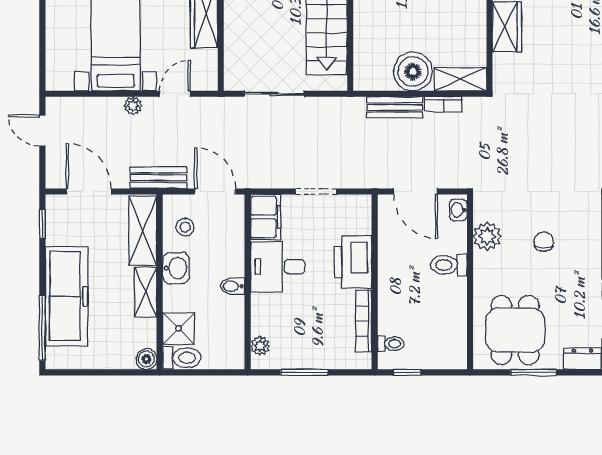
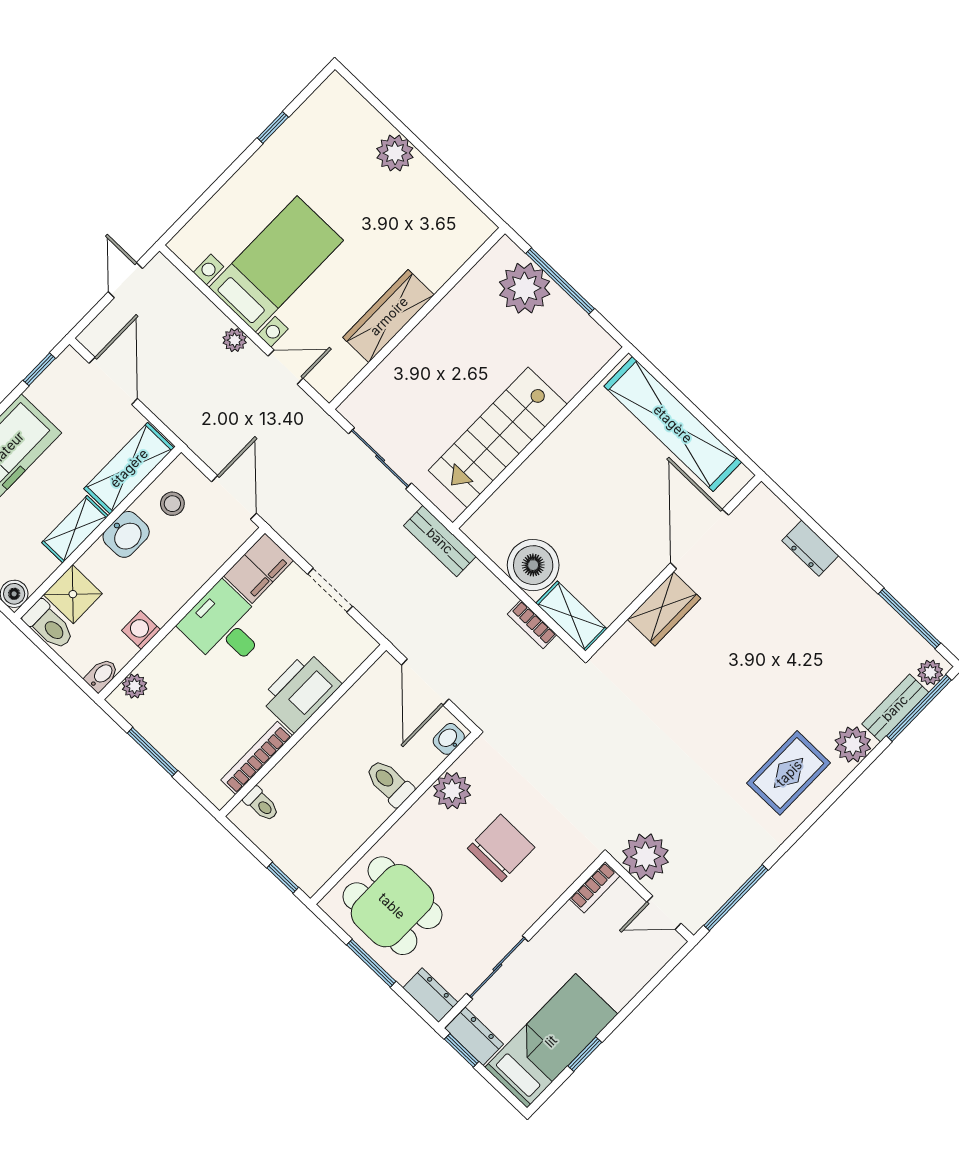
bench: (395, 107) -> (440, 541), moved
bench: (158, 178) -> (193, 432), removed
chair: (544, 242) -> (501, 848), width x1.87, depth x1.87
bidet: (233, 286) -> (102, 675), moved, turned 90
washing machine: (234, 312) -> (141, 630), added
dining table: (515, 330) -> (392, 906), turned 90
window: (407, 372) -> (283, 878), moved

